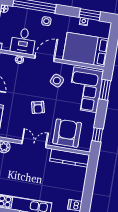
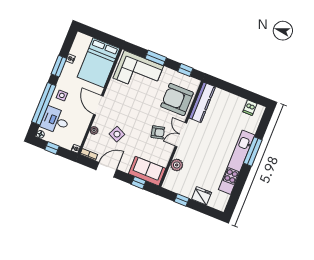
window: (90, 15) -> (59, 66), moved
desk: (23, 41) -> (55, 120), moved, turned 180
side table: (57, 81) -> (117, 134), moved
window: (105, 90) -> (156, 58), moved
armchair: (38, 107) -> (158, 132), moved

